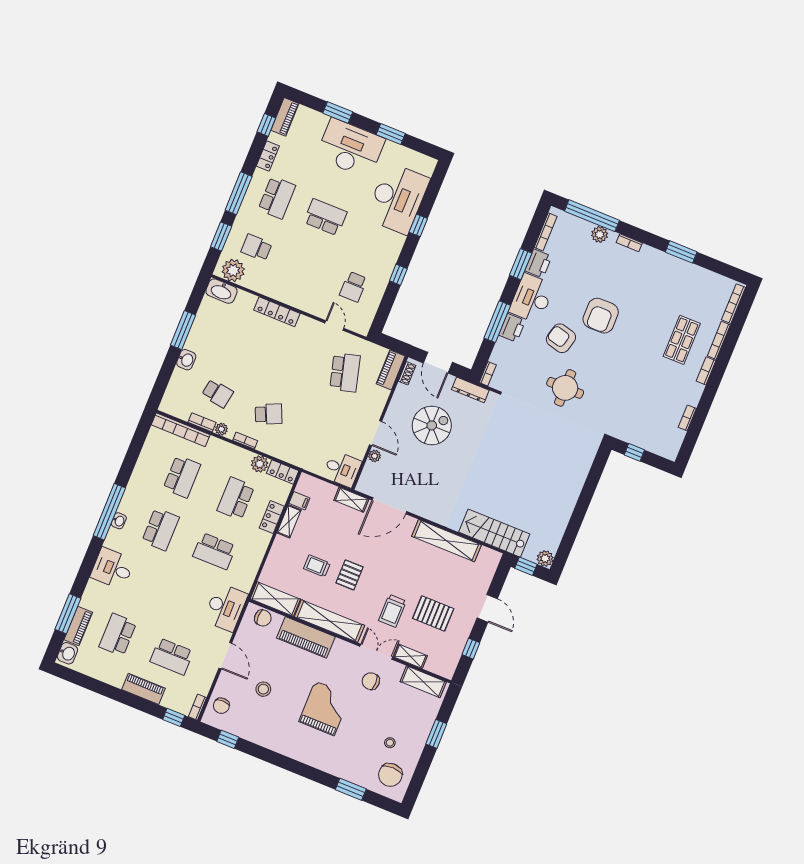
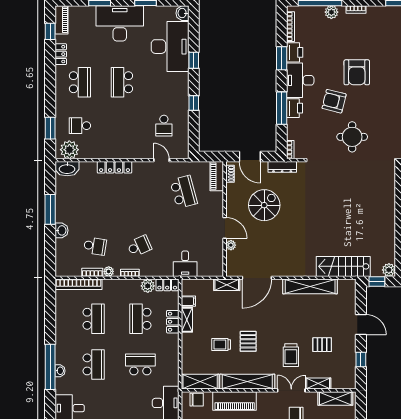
washbasin: (427, 166) -> (182, 13), added
window: (239, 193) -> (50, 91), removed
school desk: (325, 217) -> (122, 82), turned -90
desk: (342, 469) -> (185, 264), moved, turned 90
school desk: (214, 551) -> (140, 364), turned 180
pallet: (433, 613) -> (322, 345), width x0.67, depth x0.71

